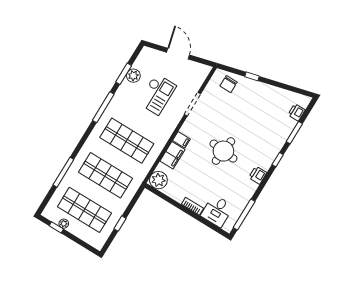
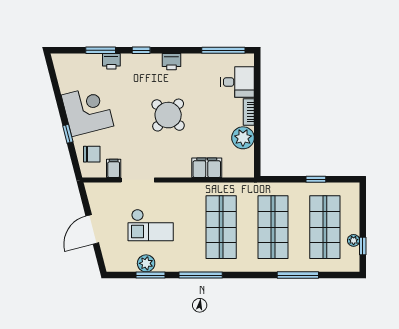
checkout: (157, 94) -> (151, 225), turned 180
corner desk: (259, 99) -> (87, 111), added
printer: (296, 112) -> (111, 61), moved
filing cabinet: (181, 140) -> (114, 168), moved
round table: (223, 151) -> (168, 115), turned 37
plant: (158, 180) -> (243, 138), moved

